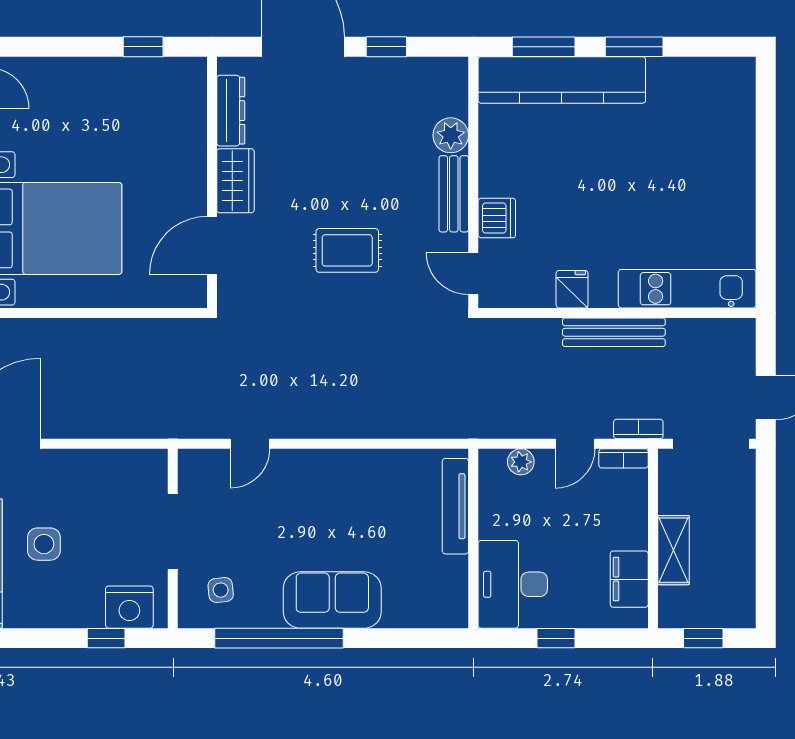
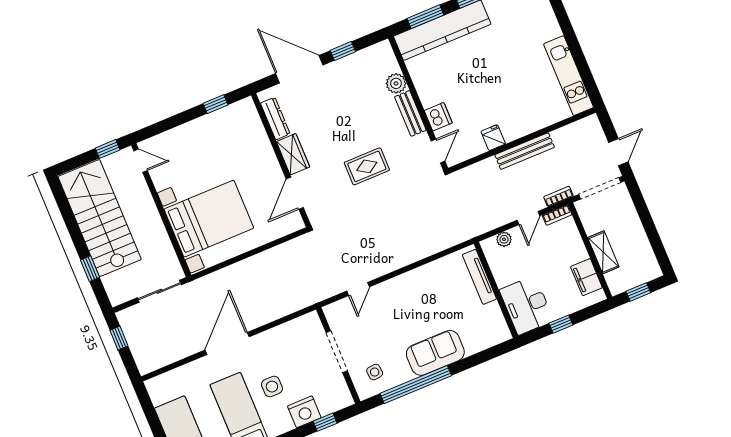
door: (473, 274) -> (438, 151), swing flipped
kitchen unit: (687, 289) -> (569, 76), moved, turned -90
nightstand: (129, 607) -> (304, 412), moved

